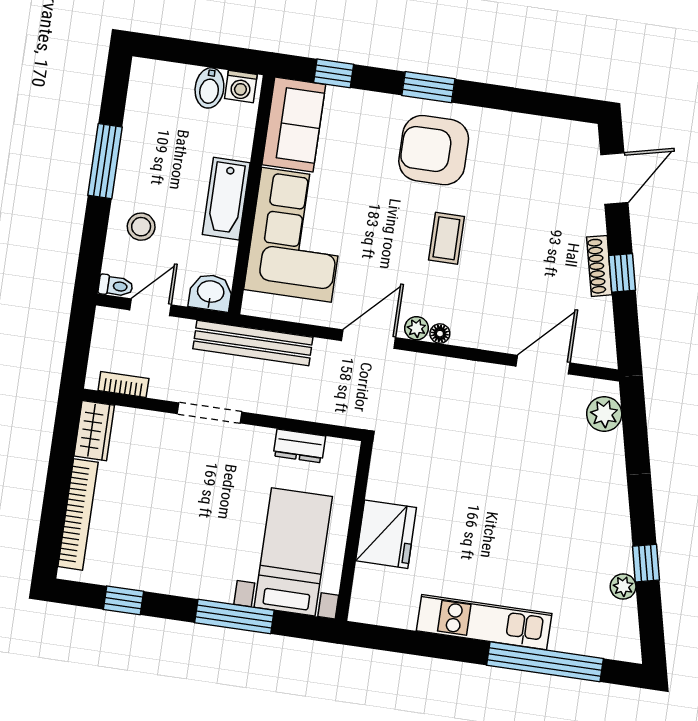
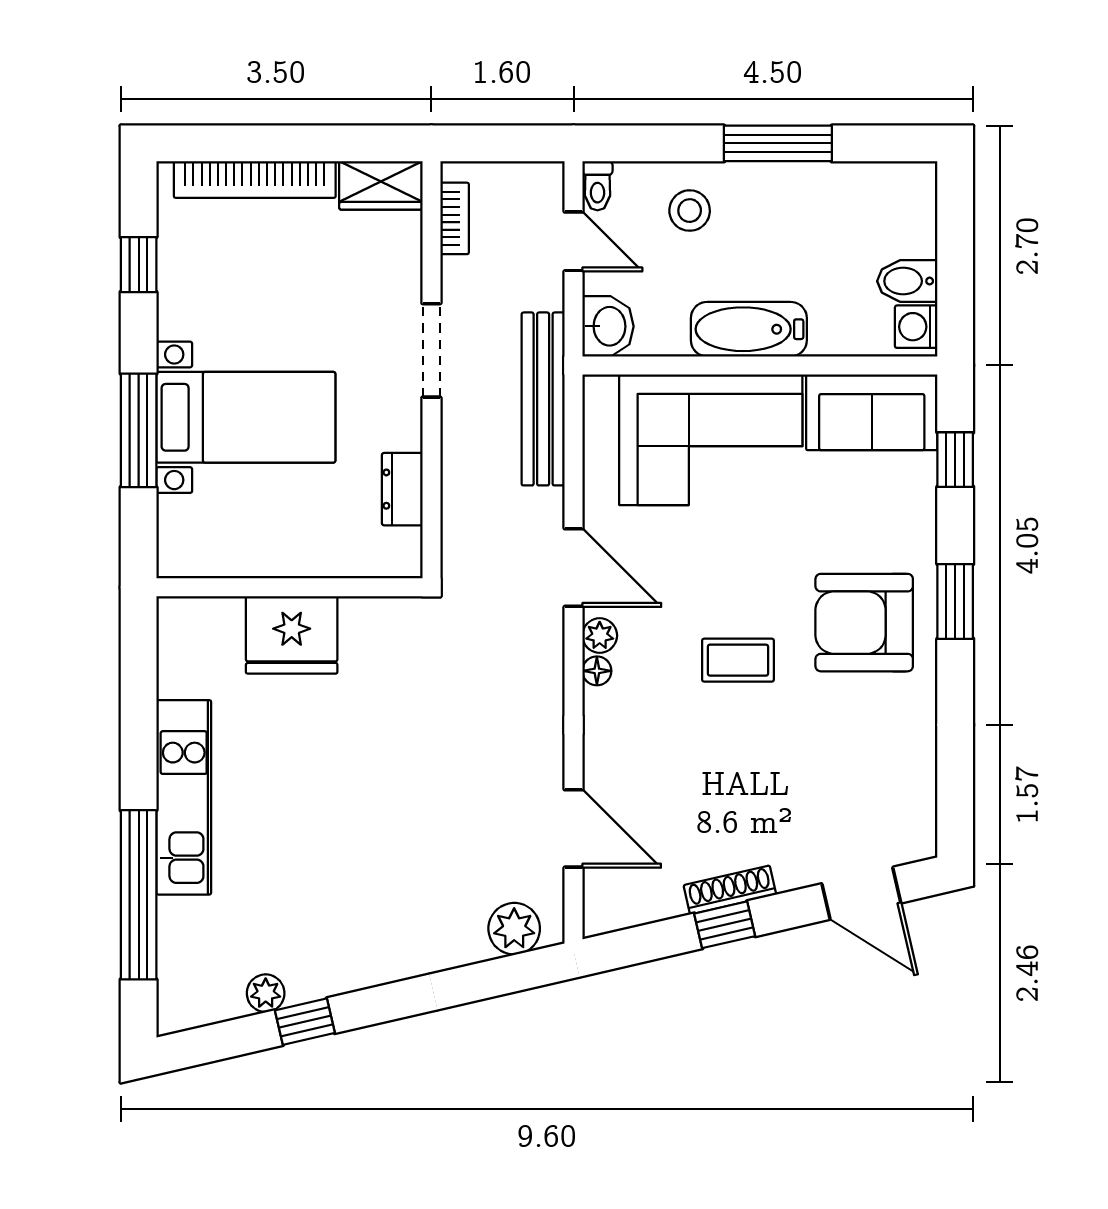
armchair: (434, 150) -> (864, 623), turned -90
bed with nightstands: (293, 552) -> (246, 417), moved

